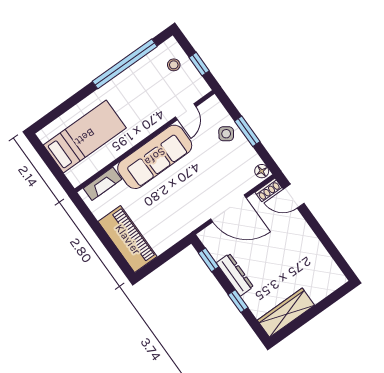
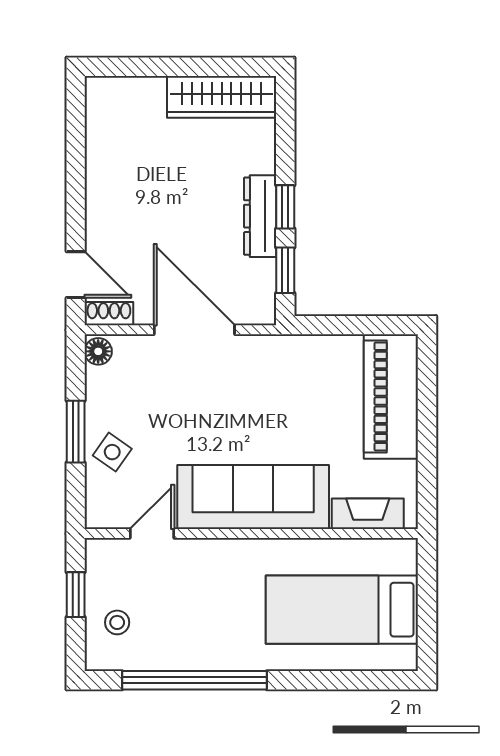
window: (238, 301) -> (285, 207), moved

